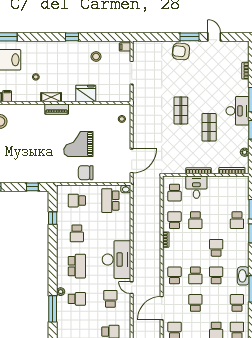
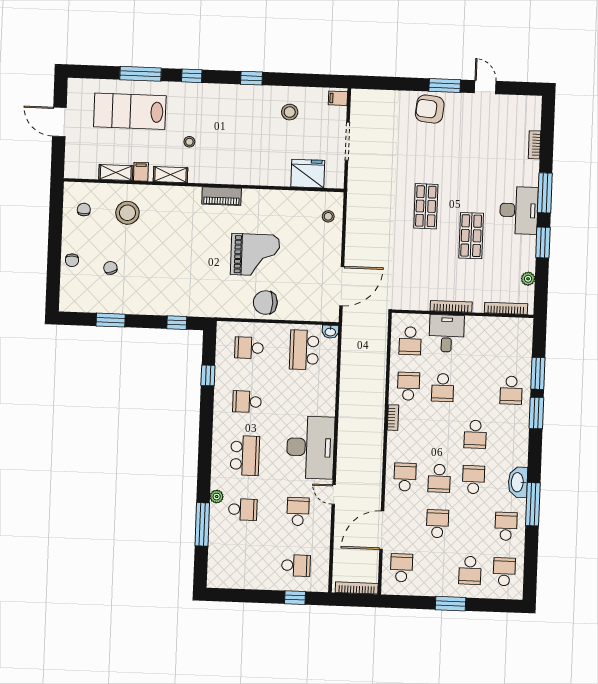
window: (36, 37) -> (192, 76), added
fridge: (86, 93) -> (308, 174), moved
shelving: (51, 97) -> (170, 175), moved
grand piano: (78, 144) -> (255, 255), turned 180
school desk: (77, 233) -> (247, 402), turned 90
school desk: (216, 248) -> (475, 434), turned 180

